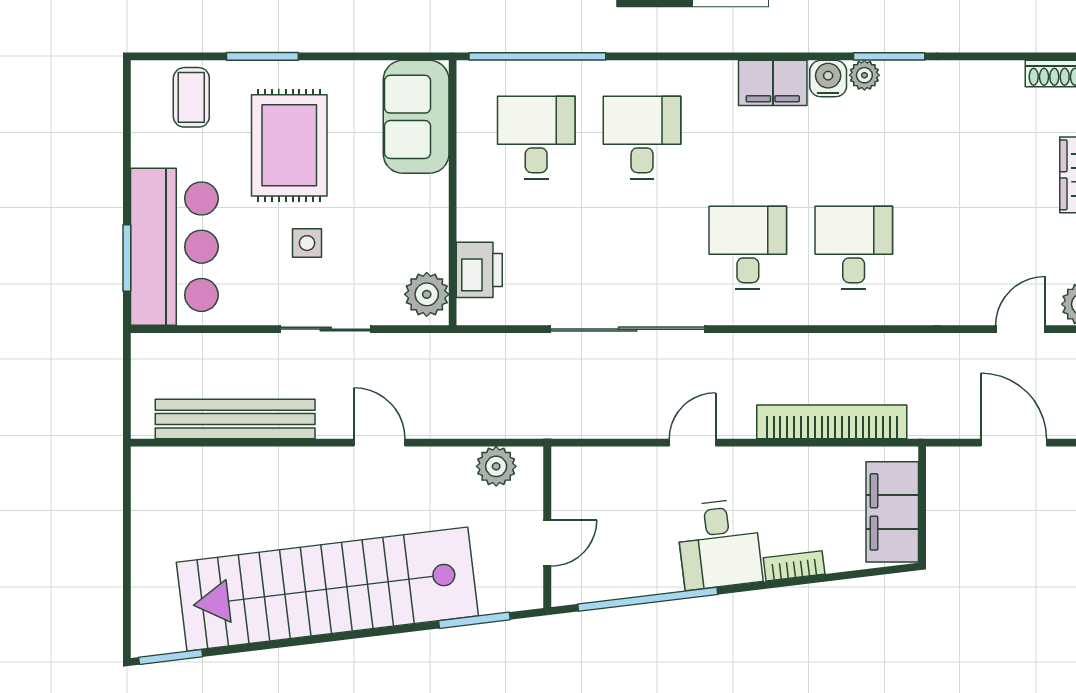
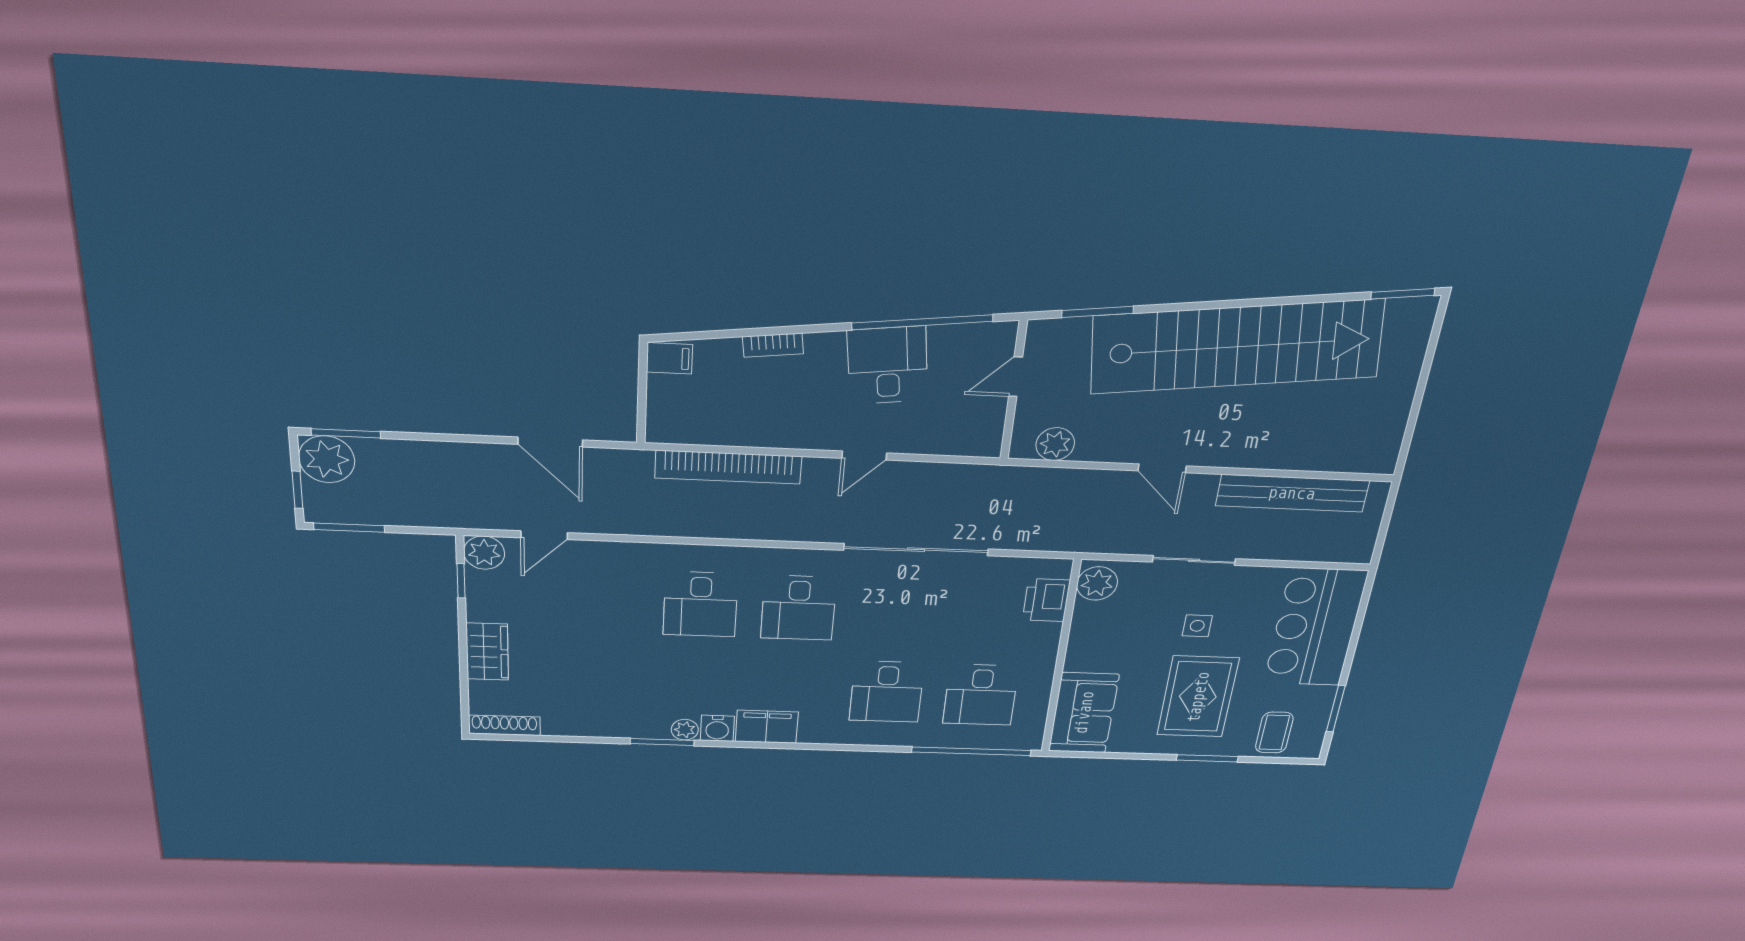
window: (127, 258) -> (1336, 709), moved
filing cabinet: (892, 512) -> (670, 358), width x0.33, depth x0.86
desk: (719, 544) -> (887, 365), moved

